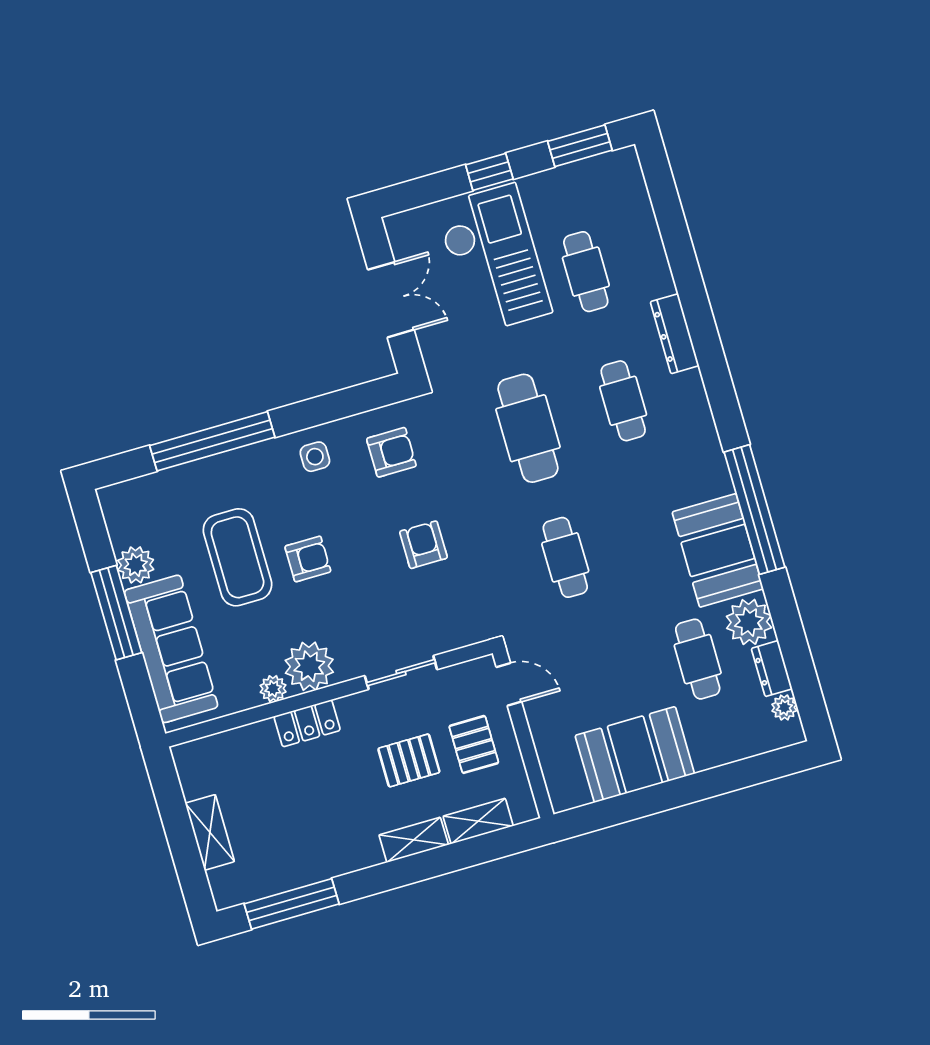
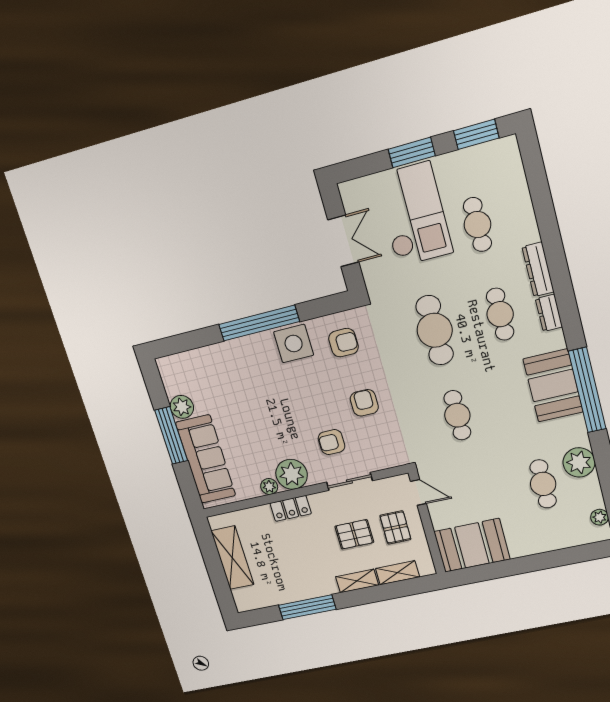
window: (489, 172) -> (412, 152), width x1.50
window: (212, 441) -> (259, 323), moved
side table: (315, 457) -> (294, 344), width x1.87, depth x1.87
booth: (718, 550) -> (553, 385), moved
coffee table: (237, 557) -> (245, 405), removed
armchair: (308, 559) -> (332, 442), moved, turned 180
dresser: (772, 669) -> (549, 313), moved
booth: (635, 755) -> (472, 545), moved
shelving: (210, 832) -> (232, 558), width x1.50, depth x1.33
window: (292, 904) -> (307, 607), moved

